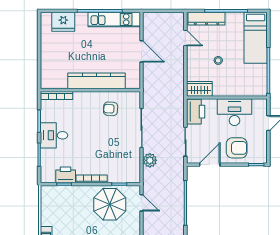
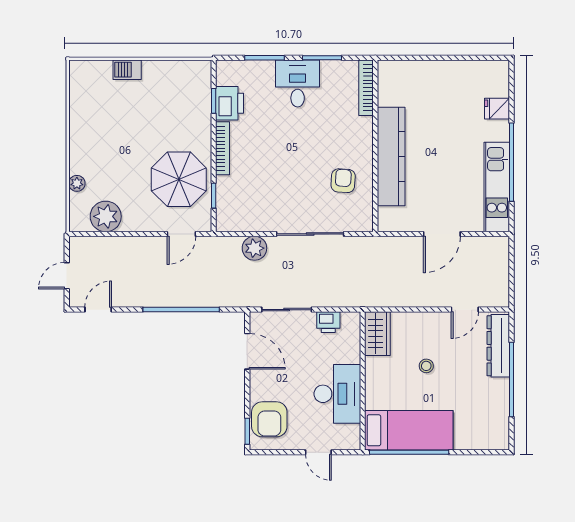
fridge: (63, 22) -> (497, 109), width x0.53, depth x0.75
bed: (256, 38) -> (409, 430), moved, turned 180
printer: (196, 112) -> (328, 322), width x0.53, depth x0.68
armchair: (237, 148) -> (269, 419), moved

